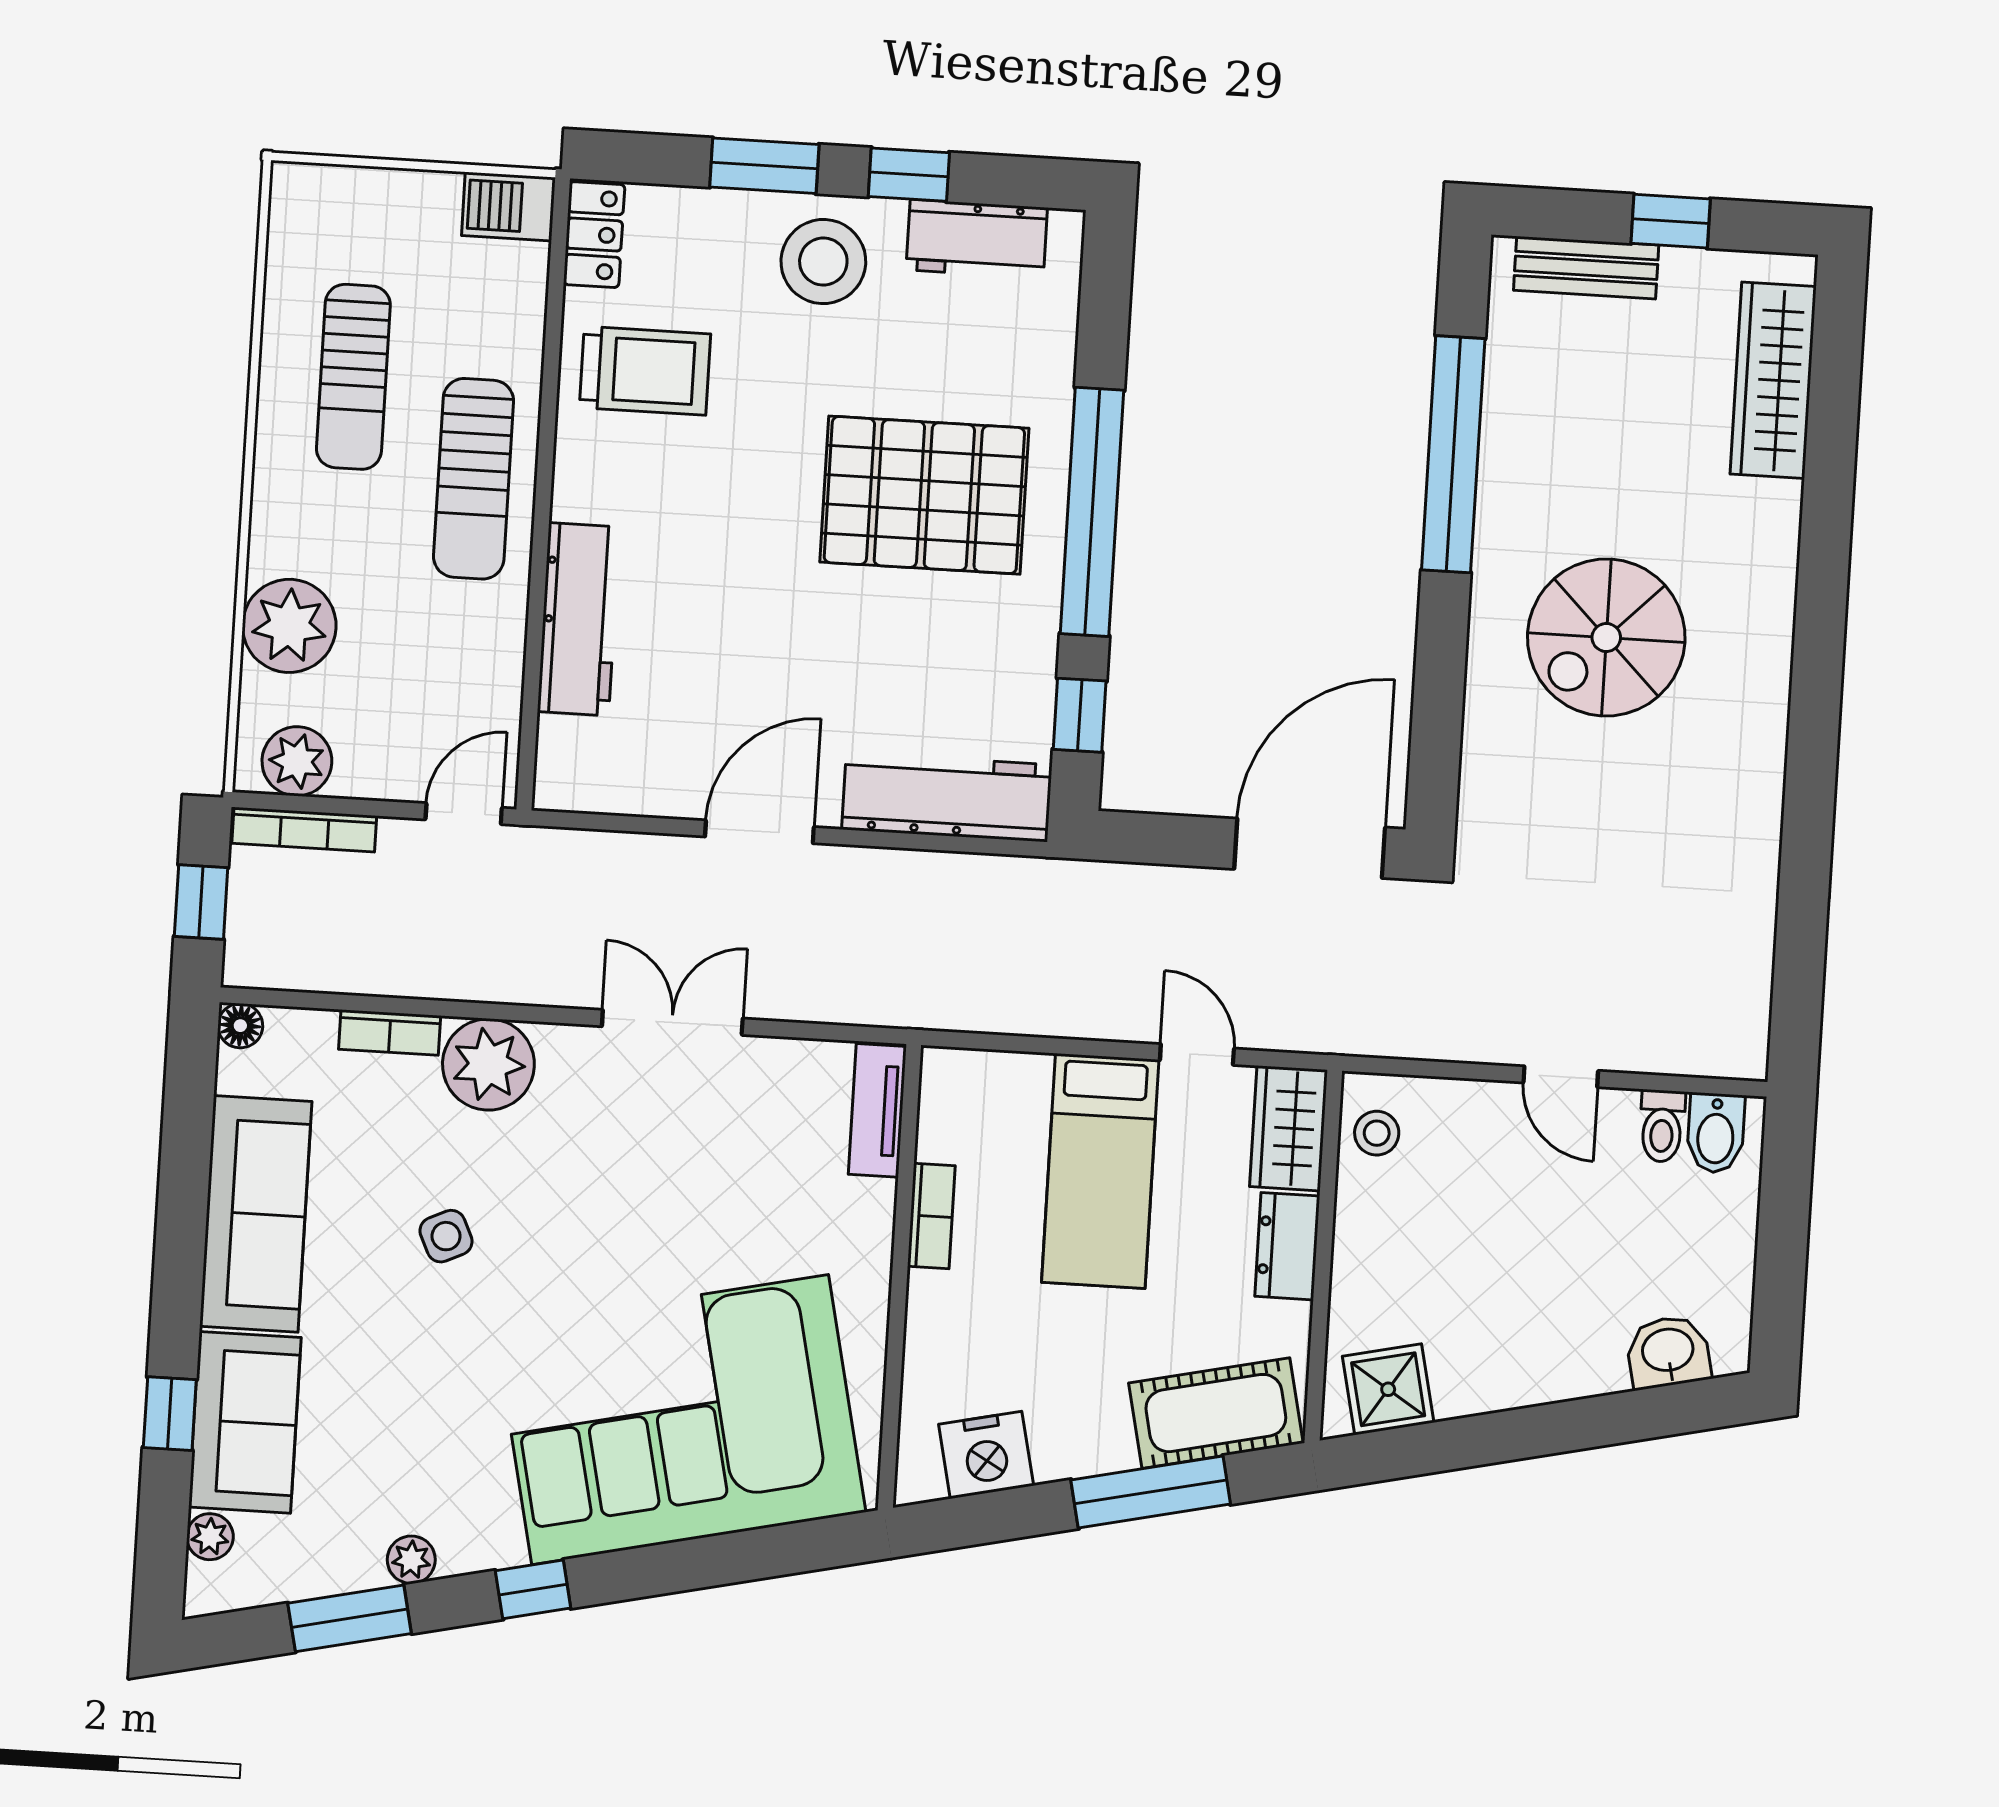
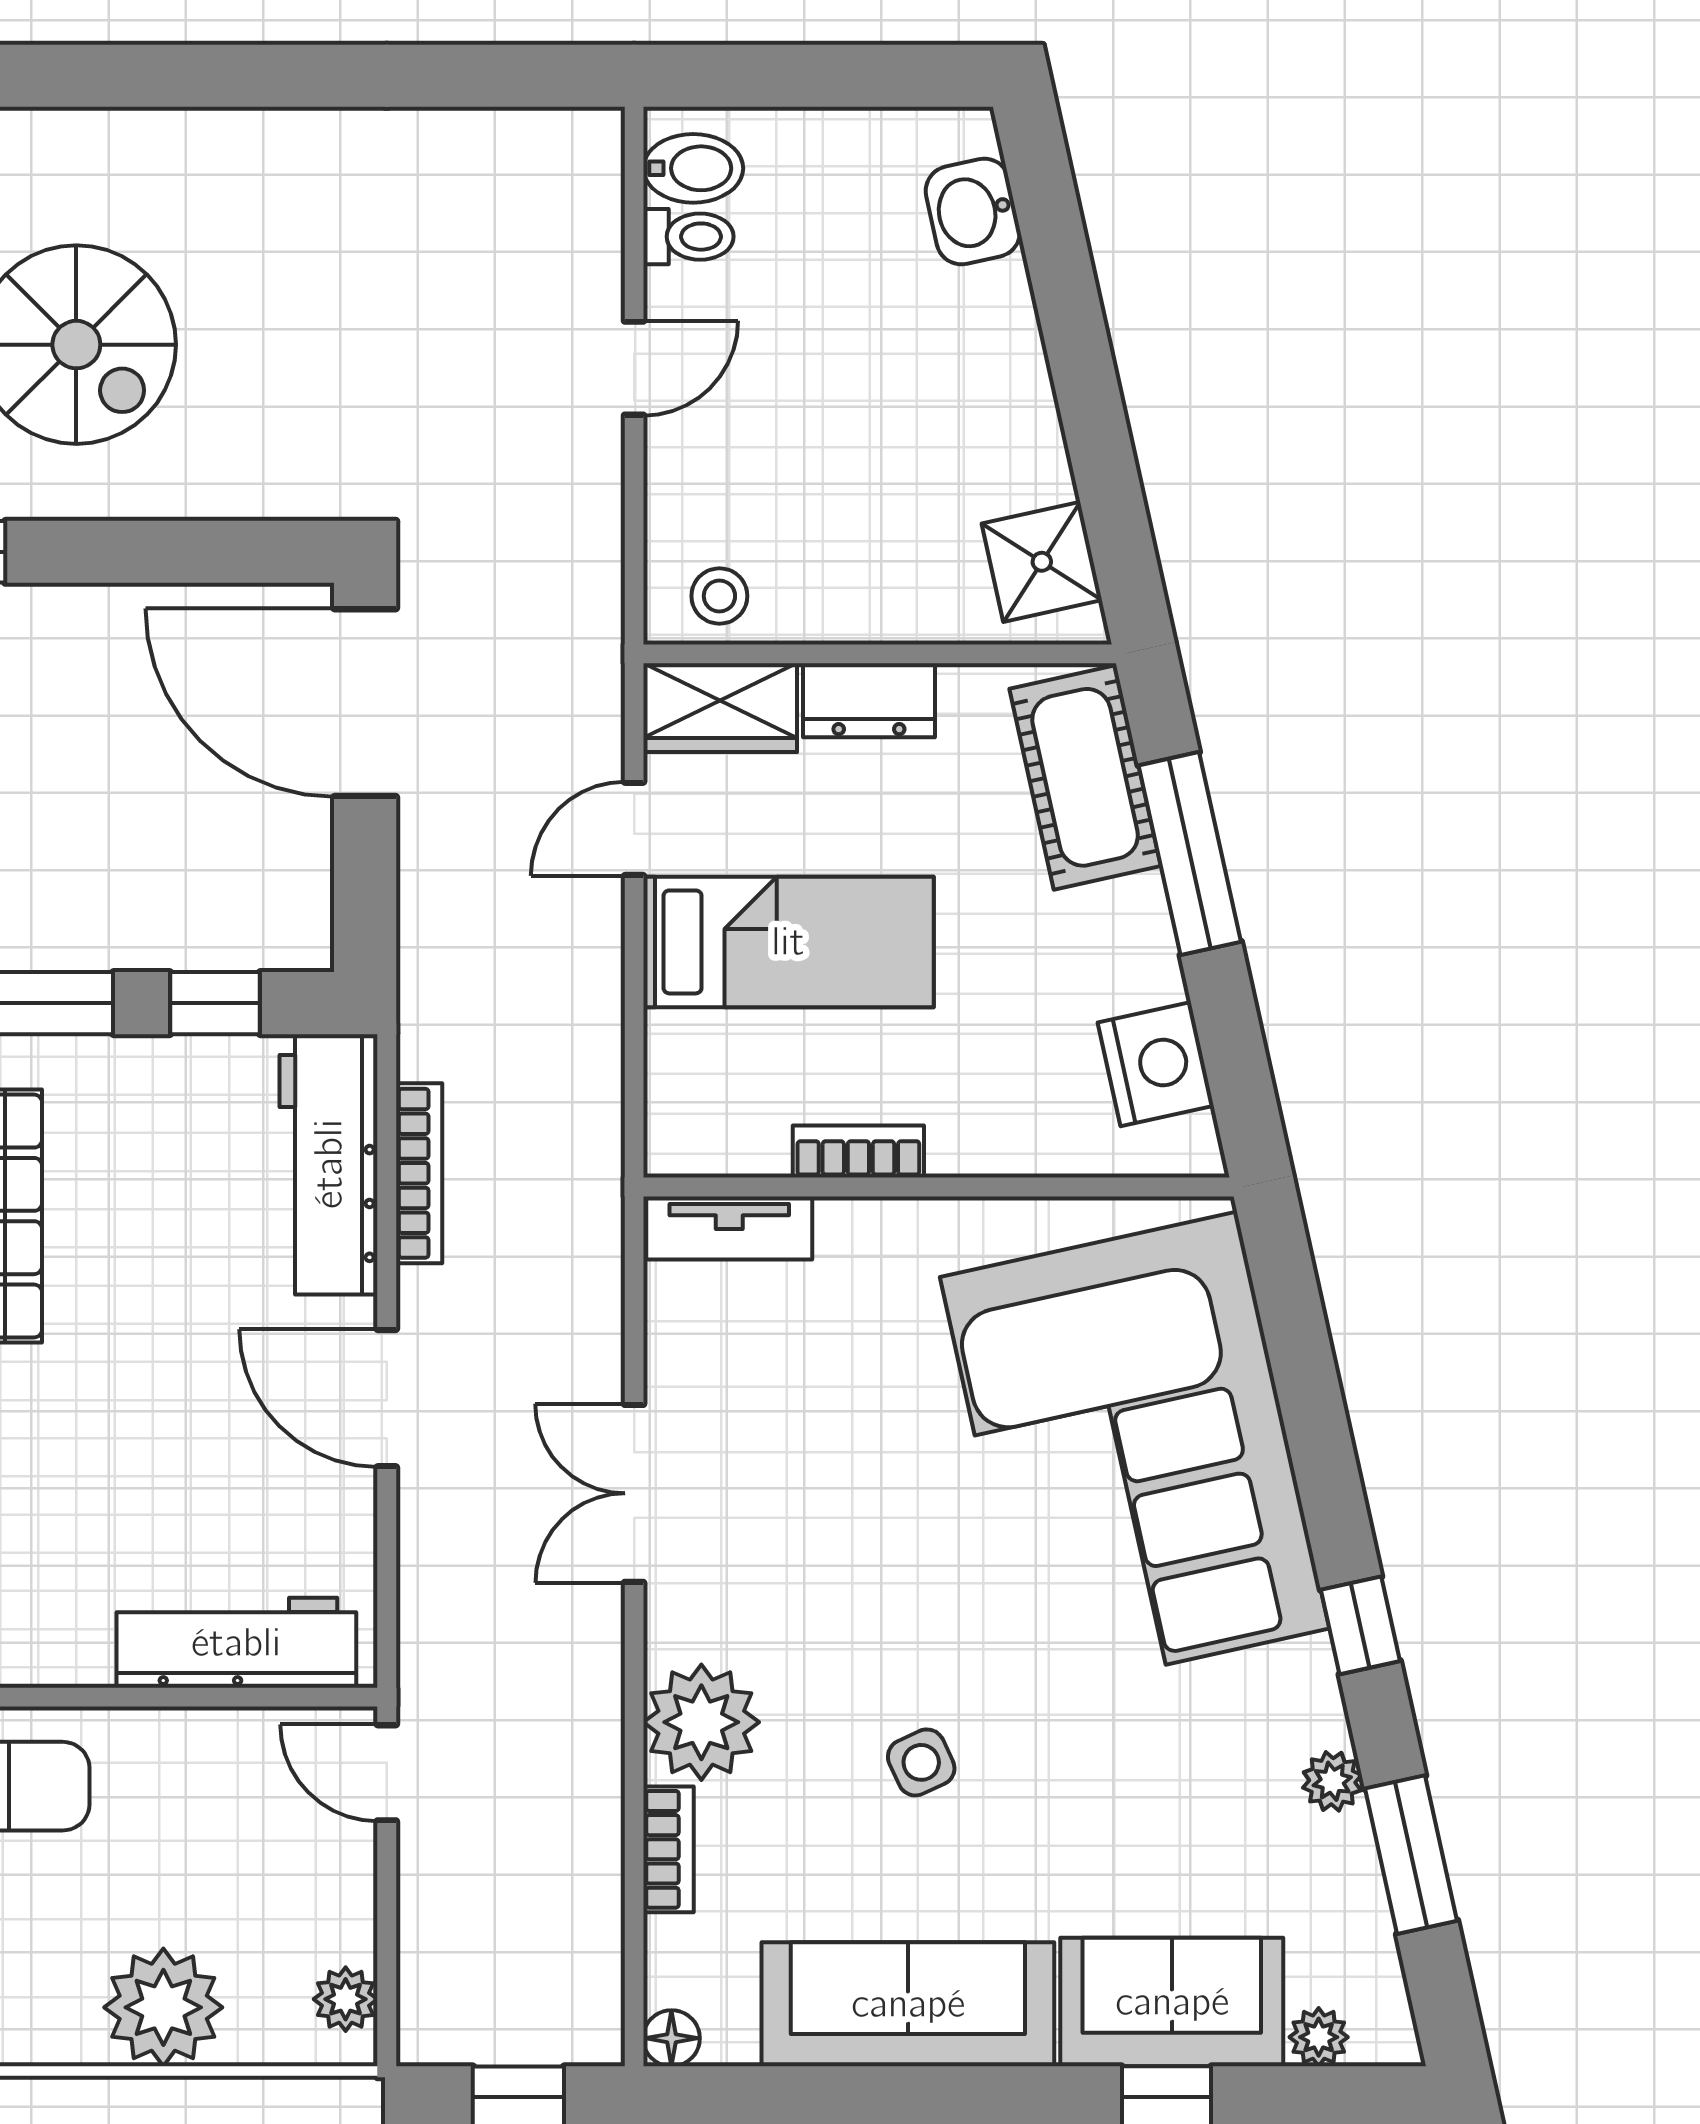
workbench: (579, 619) -> (236, 1643), moved
plant: (297, 761) -> (346, 1999), width x0.73, depth x0.73
bookcase: (304, 830) -> (419, 1173), moved

